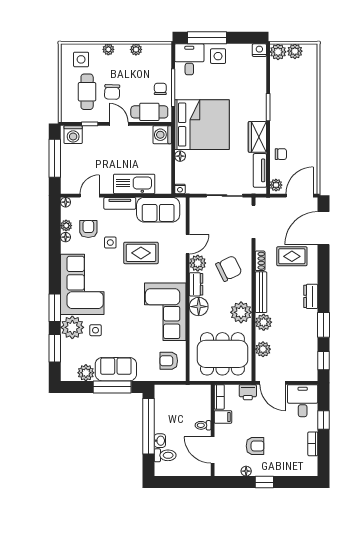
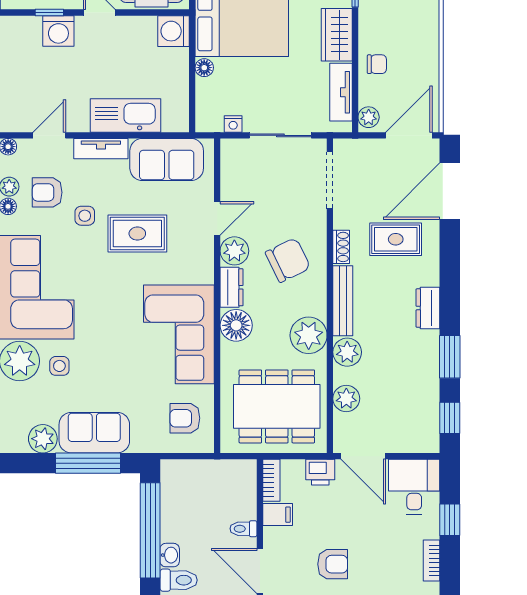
washing machine: (73, 135) -> (58, 31), moved
nightstand: (180, 189) -> (233, 124), moved
armchair: (88, 229) -> (47, 192), turned -90

